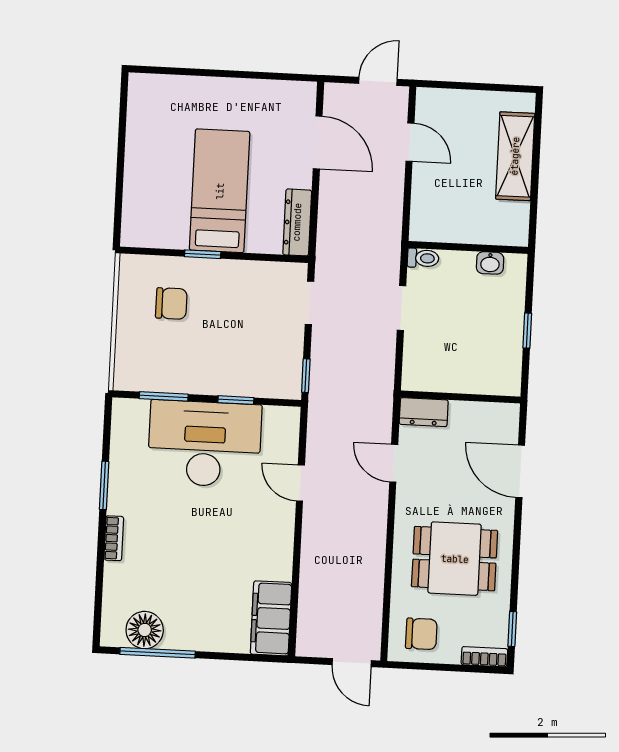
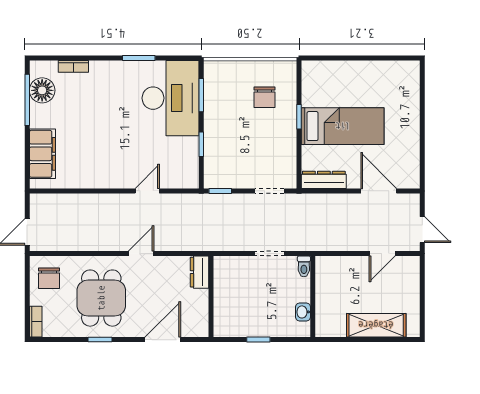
door: (318, 142) -> (379, 191), swing flipped
desk: (205, 444) -> (171, 98), moved
door: (394, 463) -> (141, 254), moved
bookcase: (114, 538) -> (73, 66), moved
filing cabinet: (271, 618) -> (42, 154), moved, turned 90
window: (512, 629) -> (100, 340), moved

